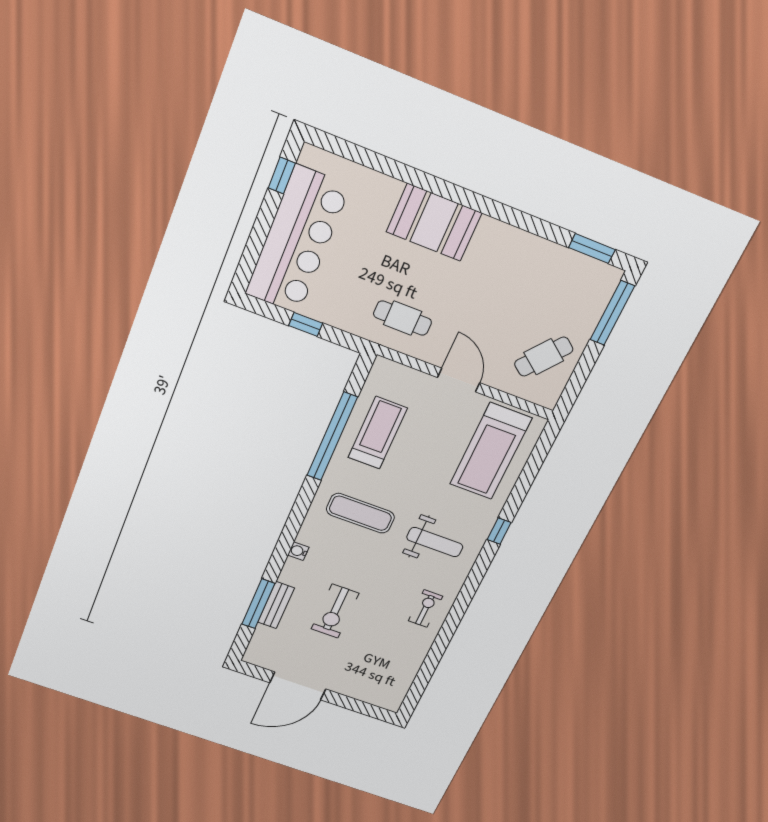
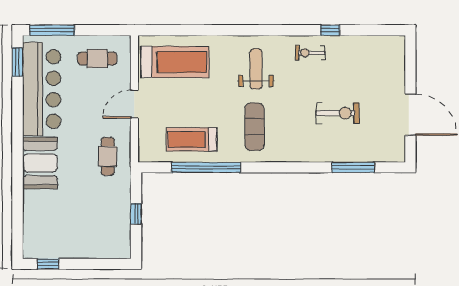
bar counter: (297, 240) -> (42, 89), moved, turned 90
cafe table: (544, 357) -> (97, 59), turned -38
window: (499, 531) -> (330, 30), moved
water cooler: (298, 551) -> (300, 156), removed
bench: (276, 605) -> (349, 155), removed

